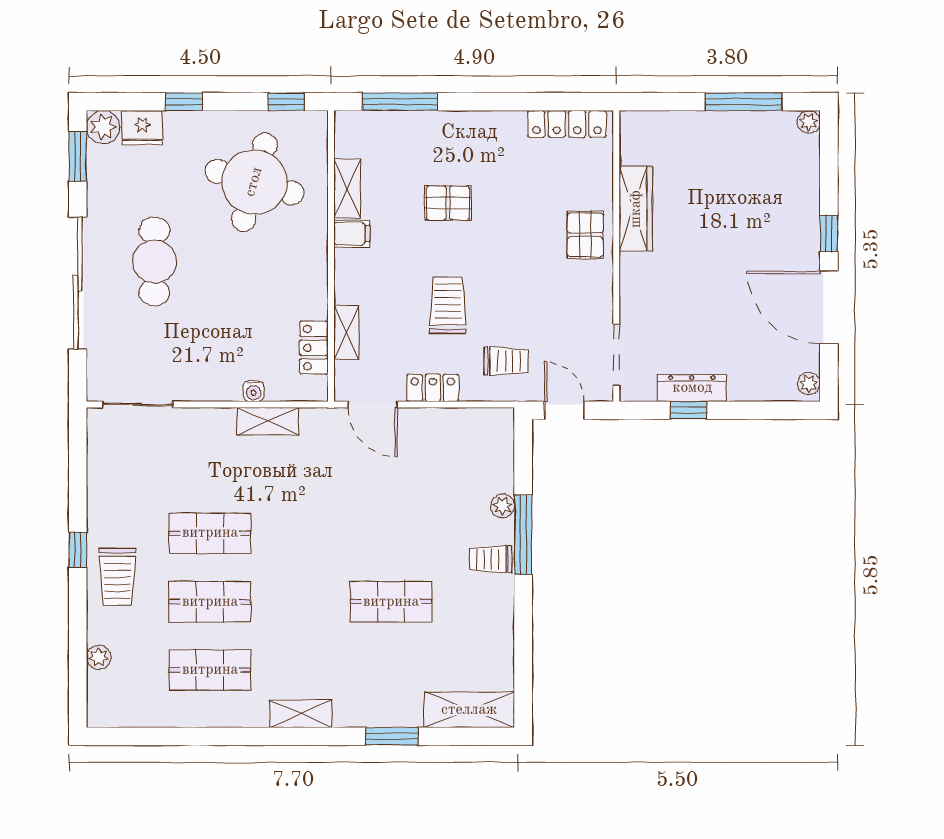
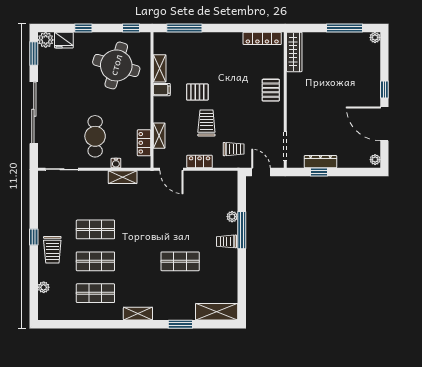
pallet: (448, 203) -> (197, 92), moved
wardrobe: (636, 209) -> (294, 52), moved
cafe table: (154, 261) -> (95, 136), moved

